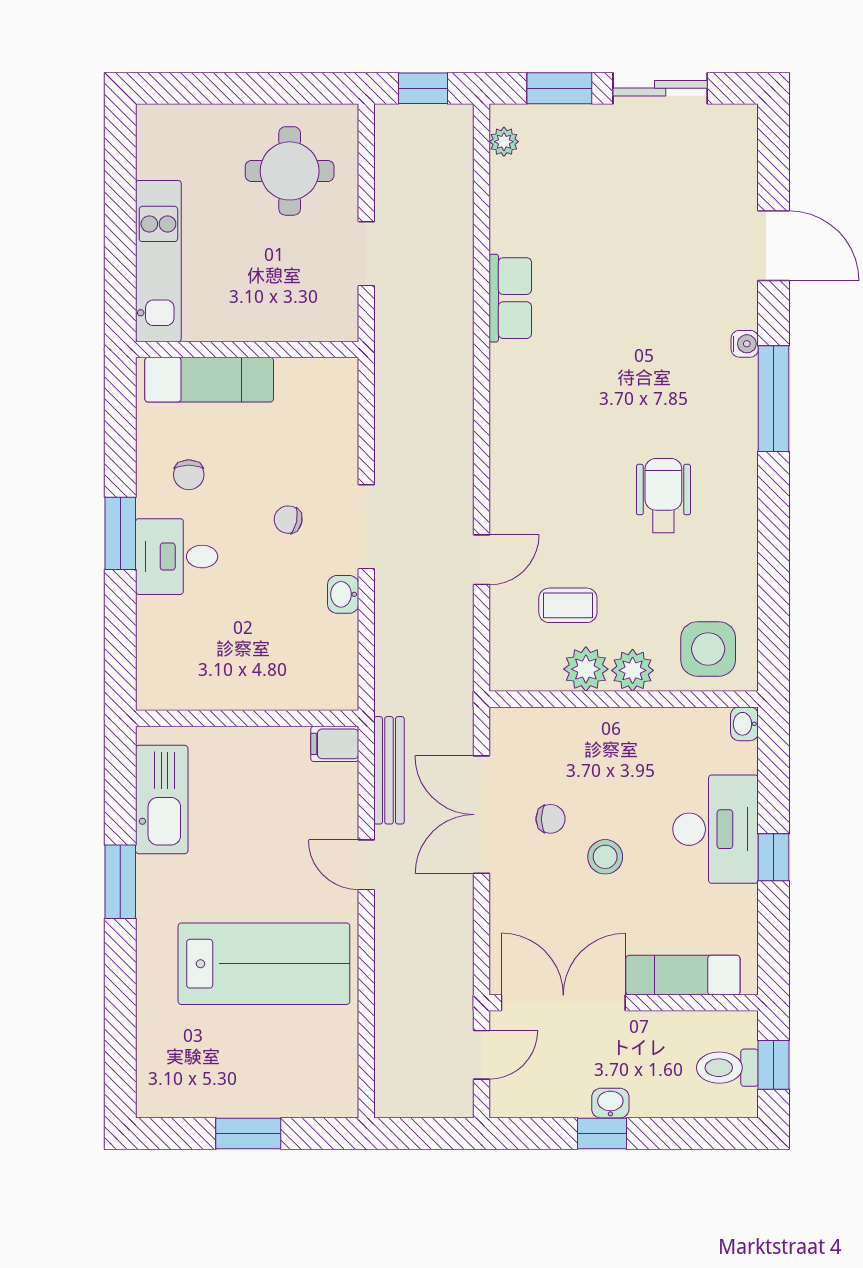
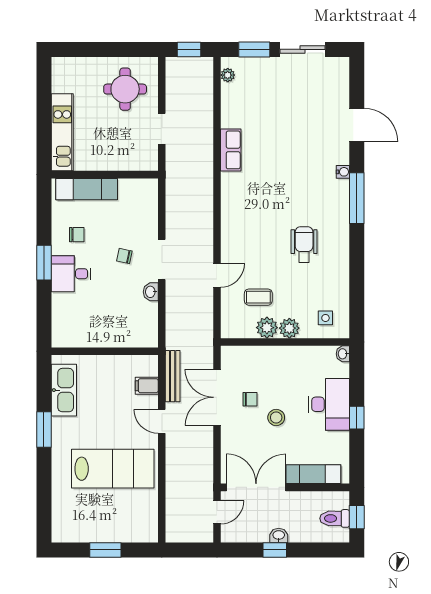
chair: (189, 475) -> (77, 235), turned -90
side table: (708, 649) -> (325, 318), width x0.54, depth x0.54
filing cabinet: (335, 744) -> (147, 386), moved

